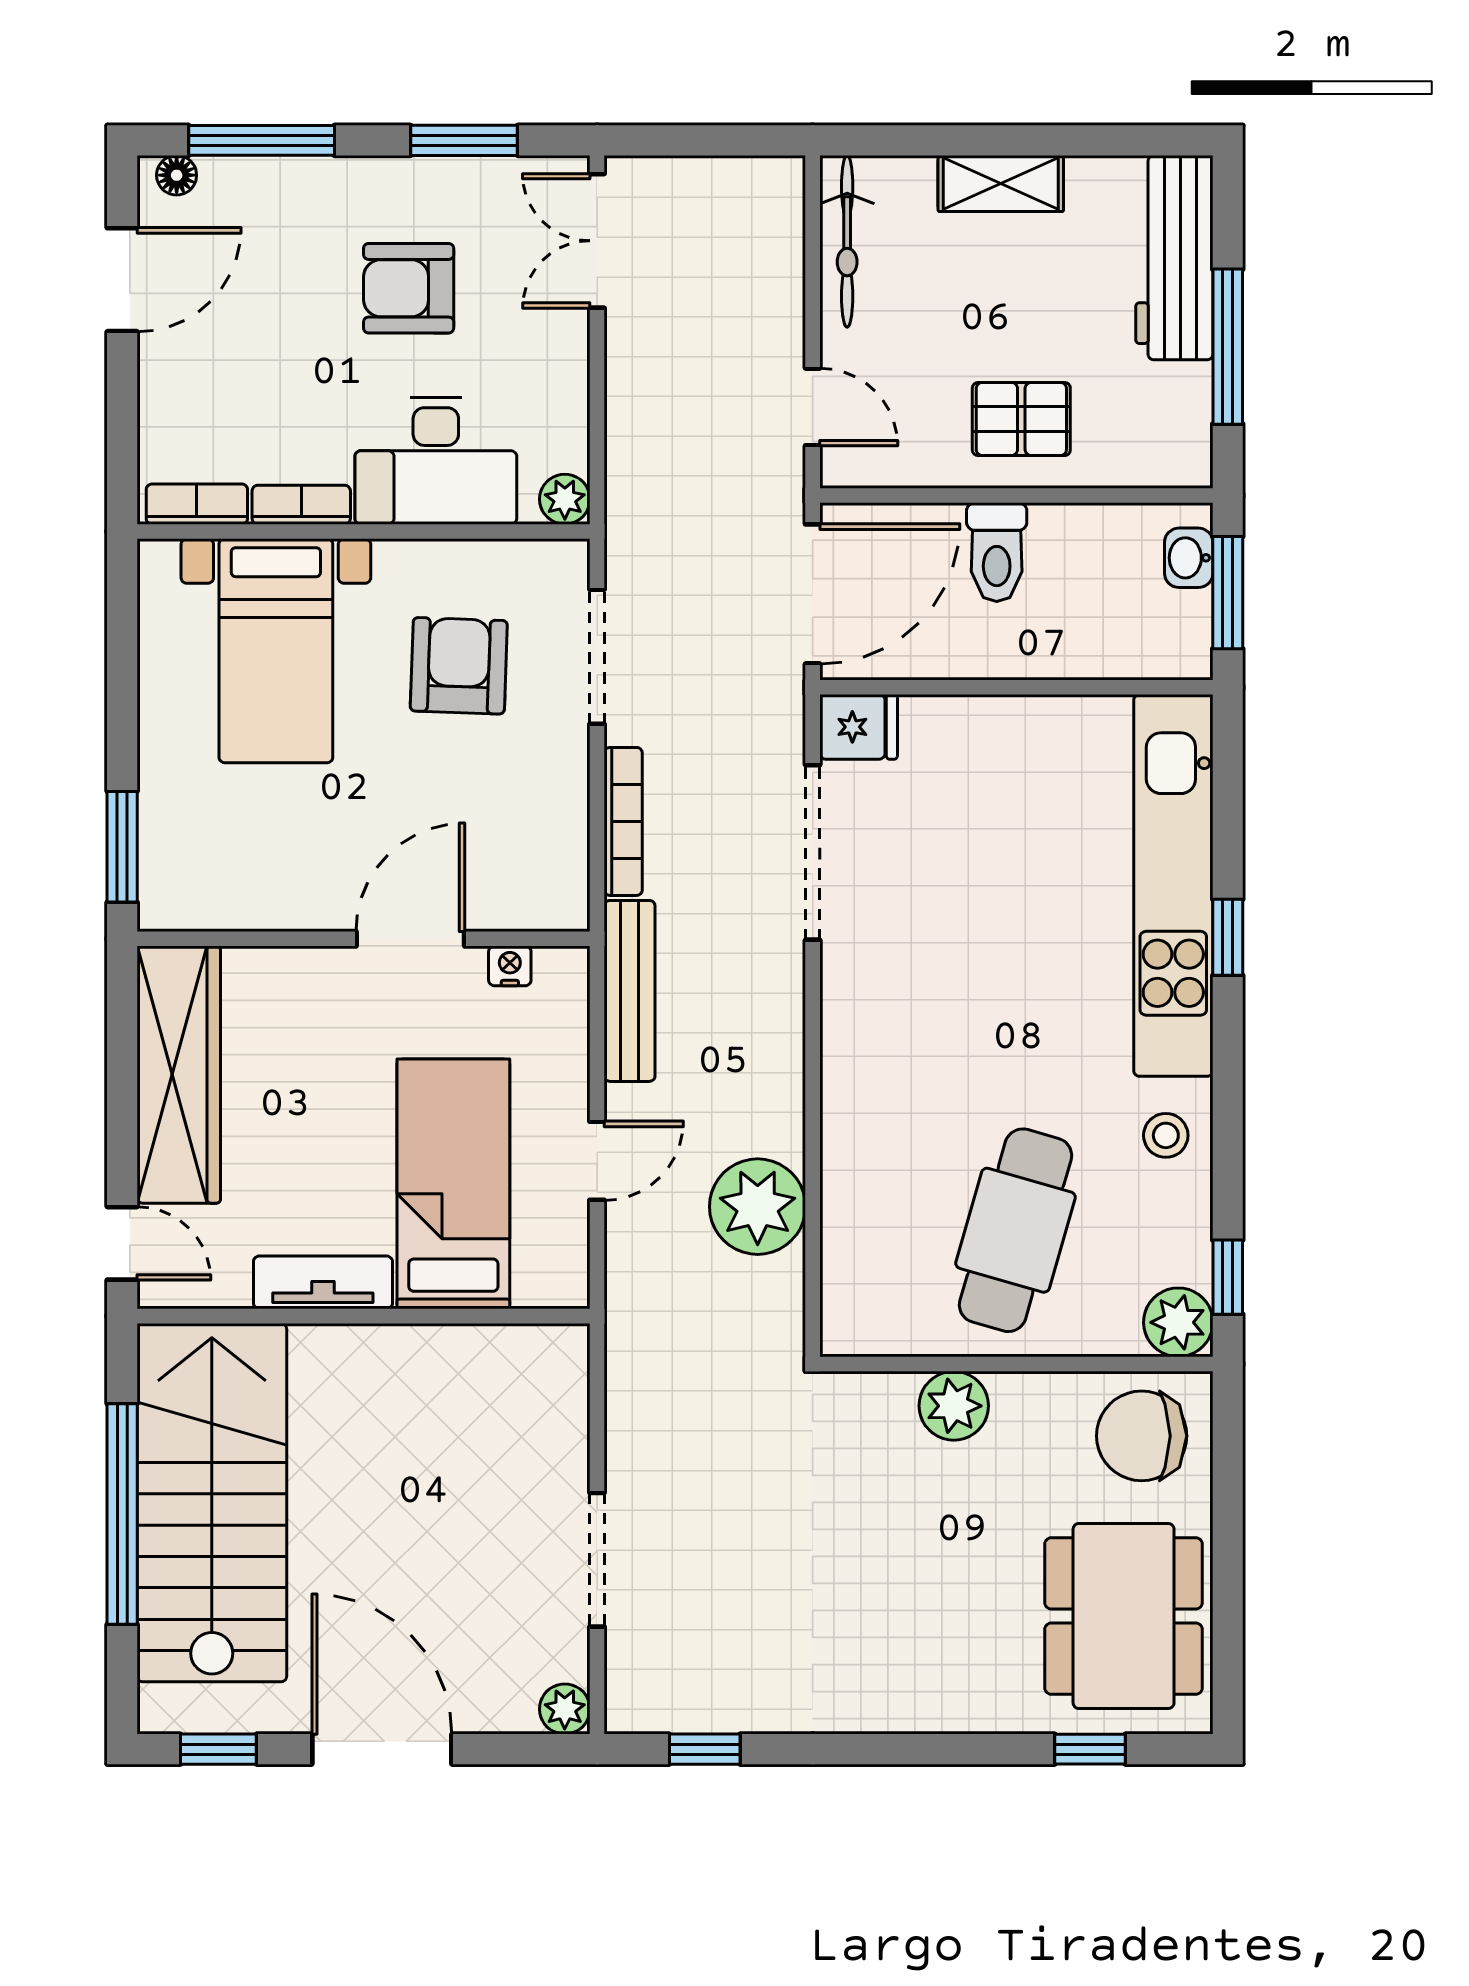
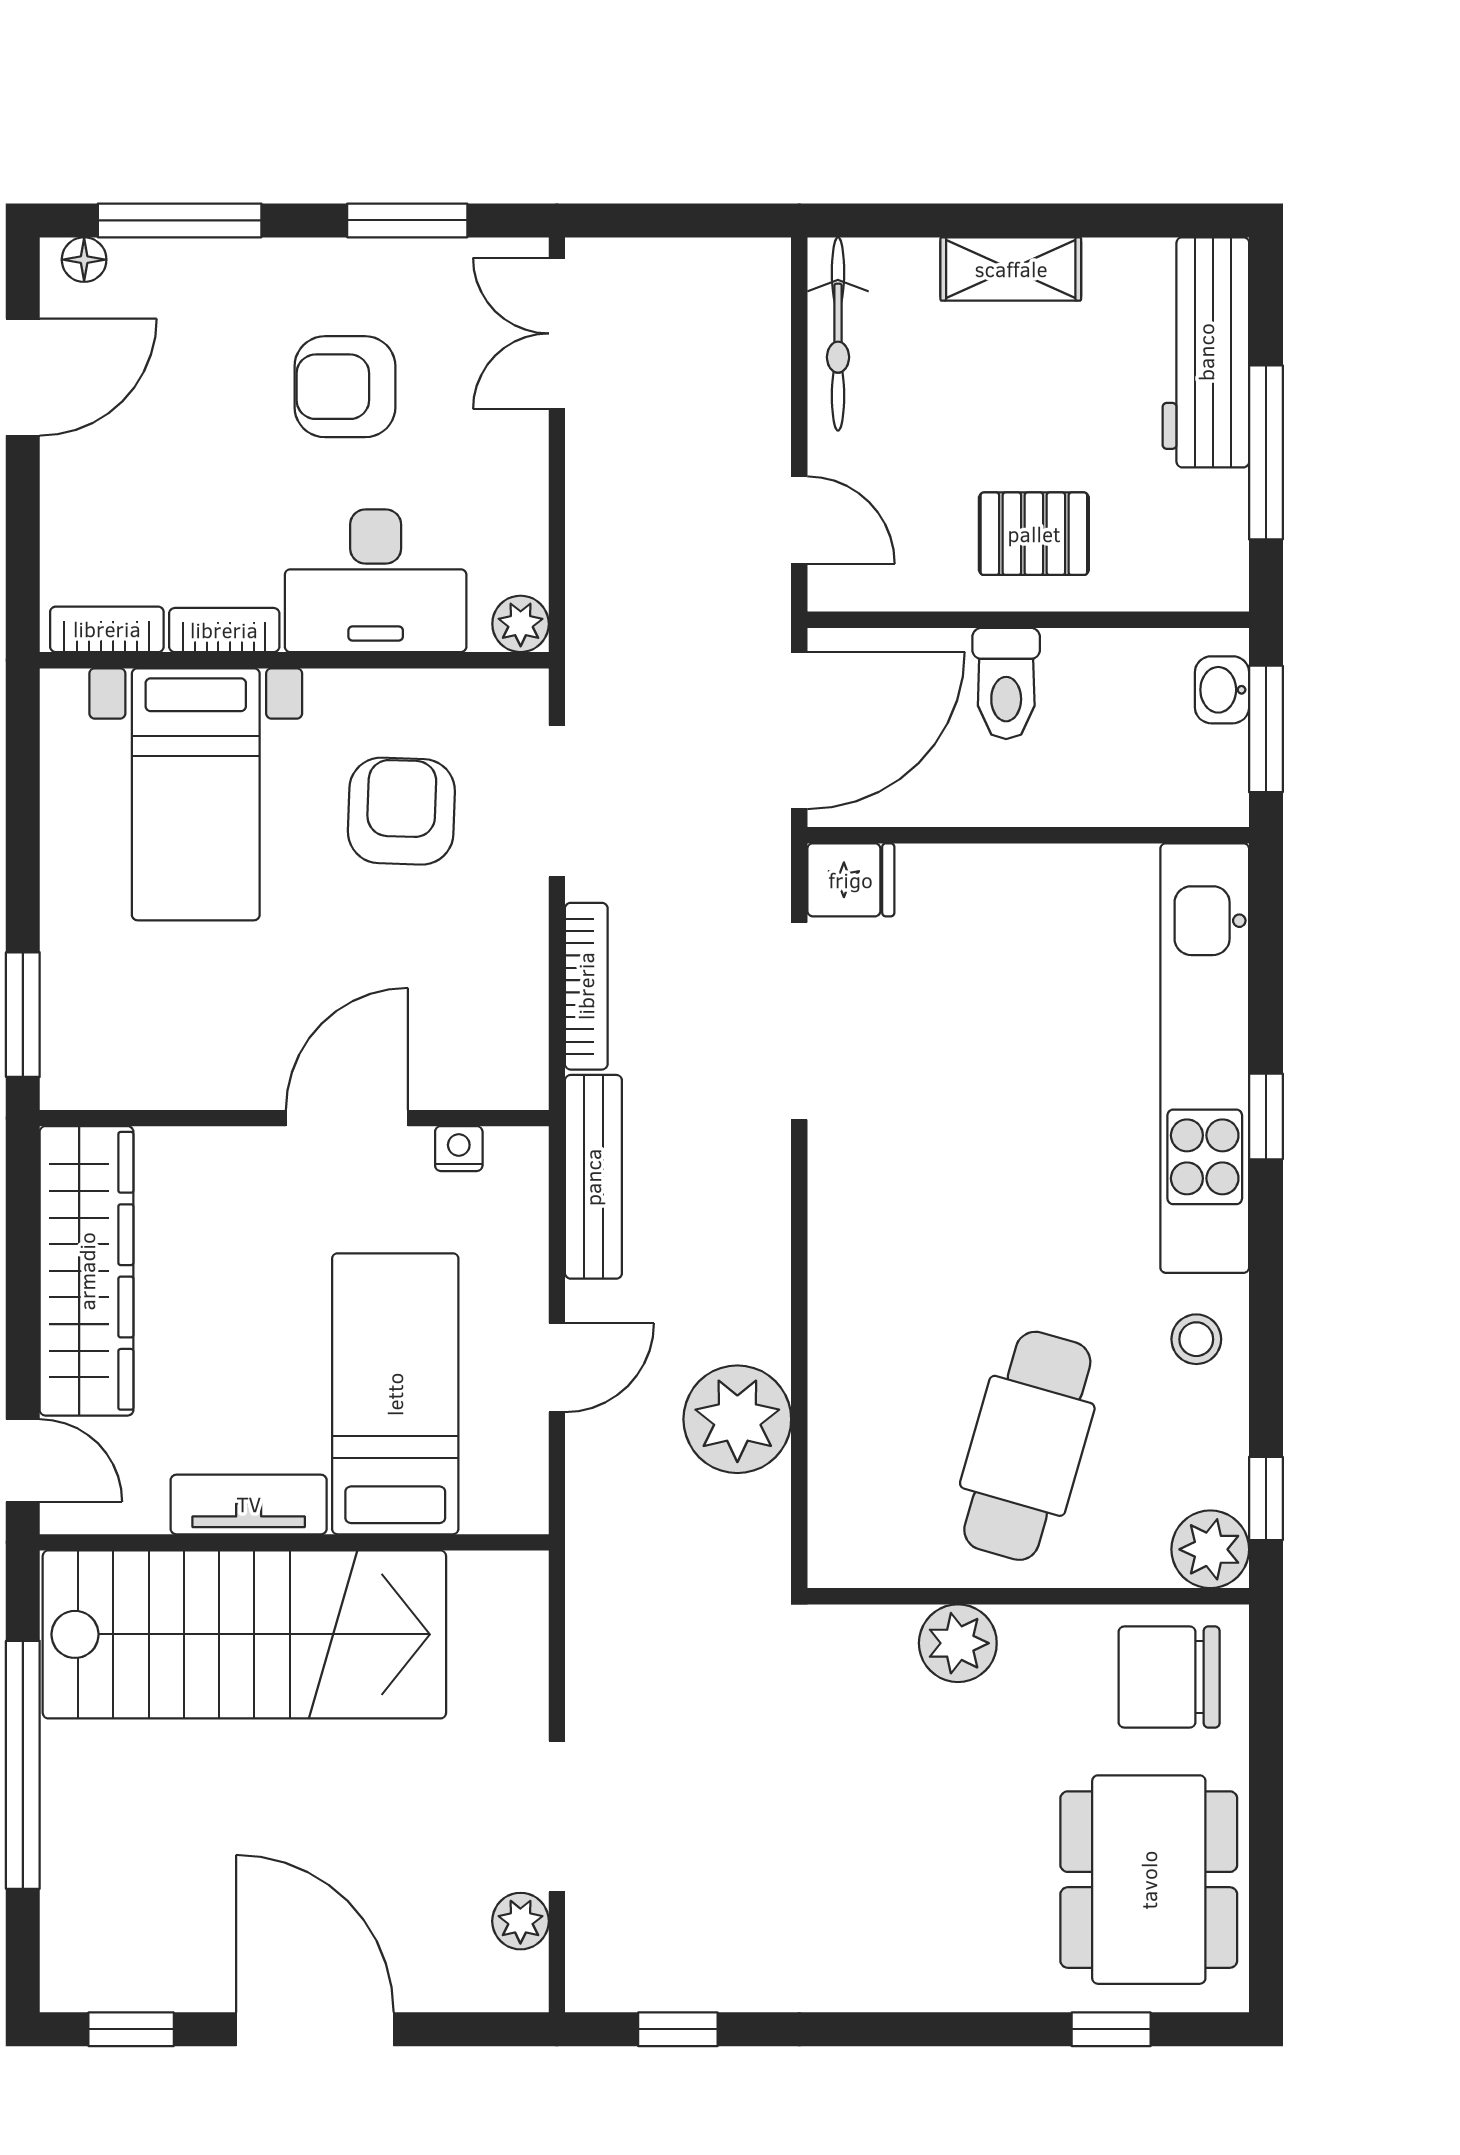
stairs: (212, 1503) -> (244, 1634), moved, turned 90
plant: (565, 1709) -> (520, 1921), moved

